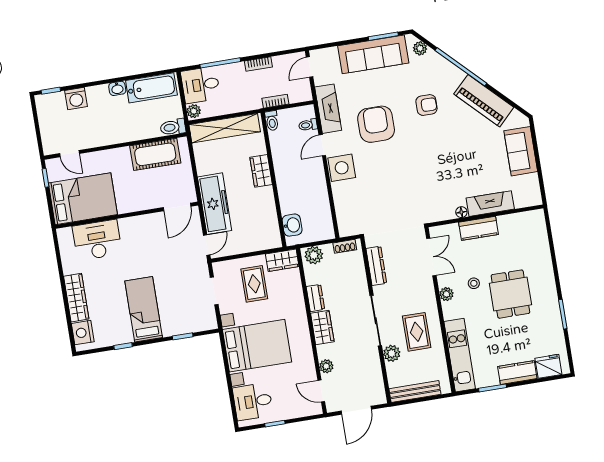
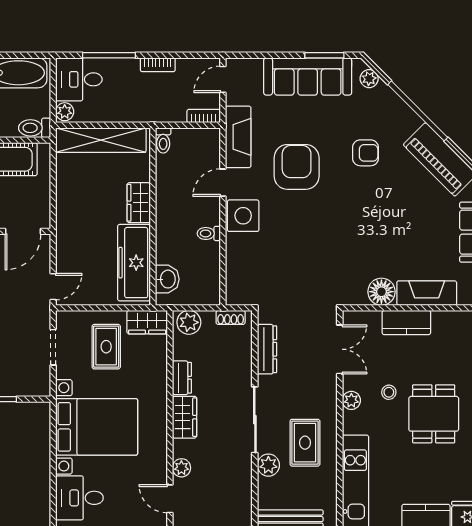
bookcase: (275, 101) -> (204, 116), moved
toilet: (308, 125) -> (209, 233), moved
freezer: (215, 204) -> (134, 263), moved, turned 180
floor lamp: (461, 212) -> (381, 292), width x1.89, depth x1.89

